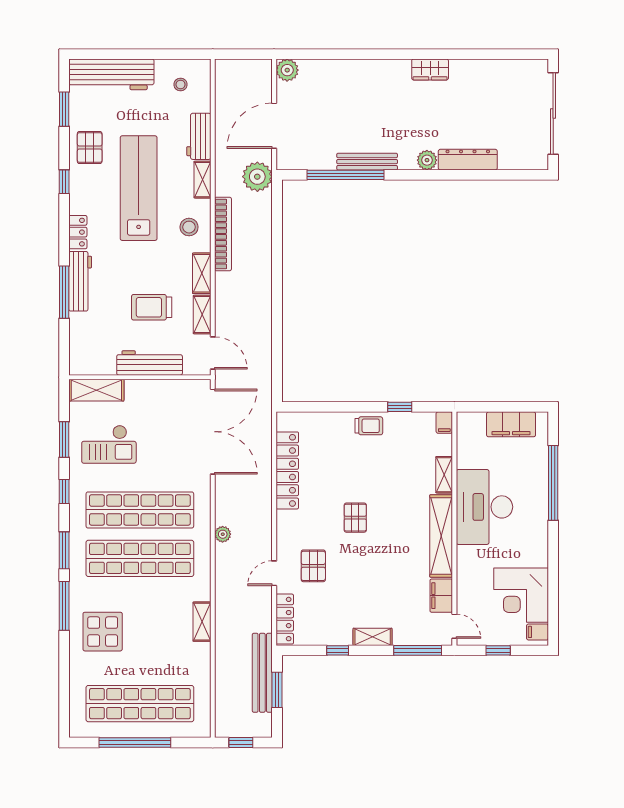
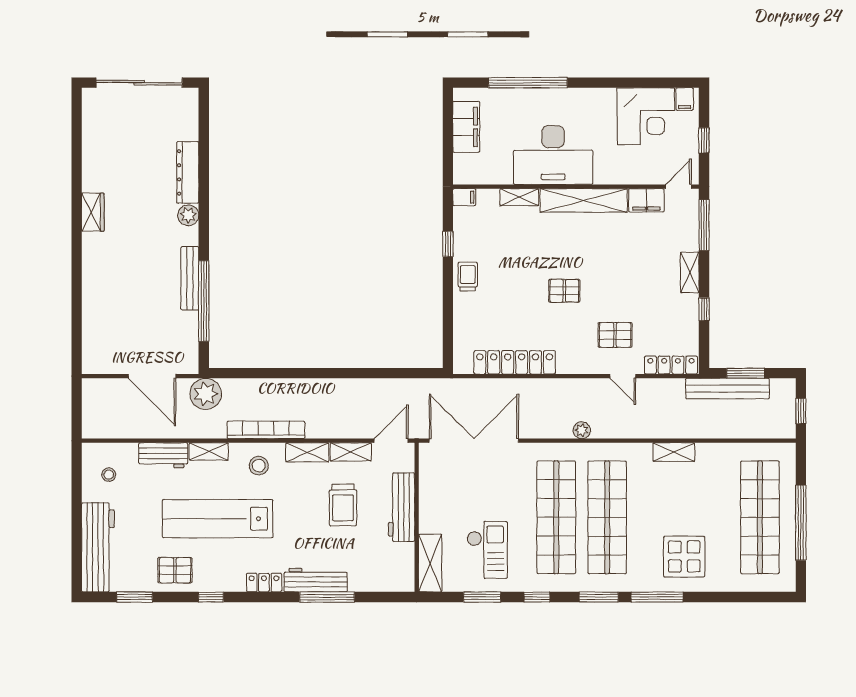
plant: (287, 70) -> (94, 362), removed

